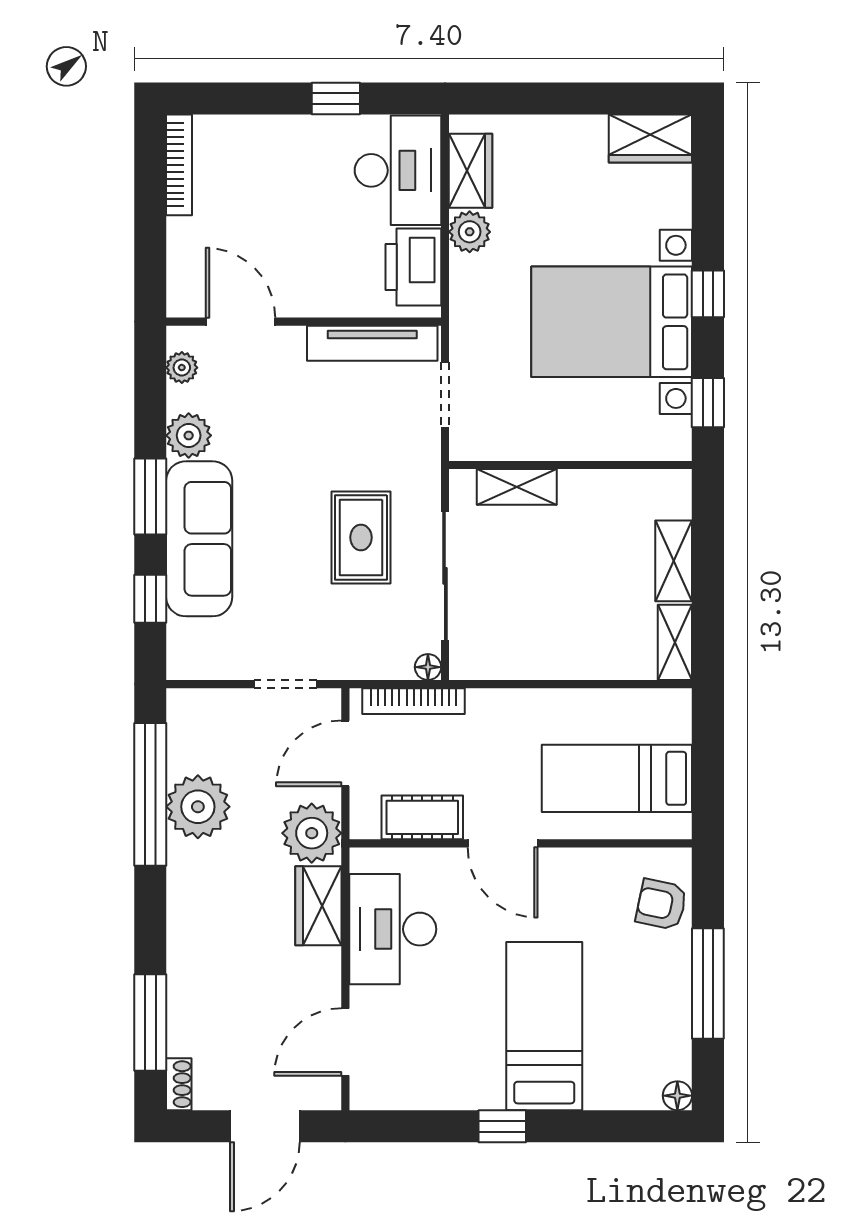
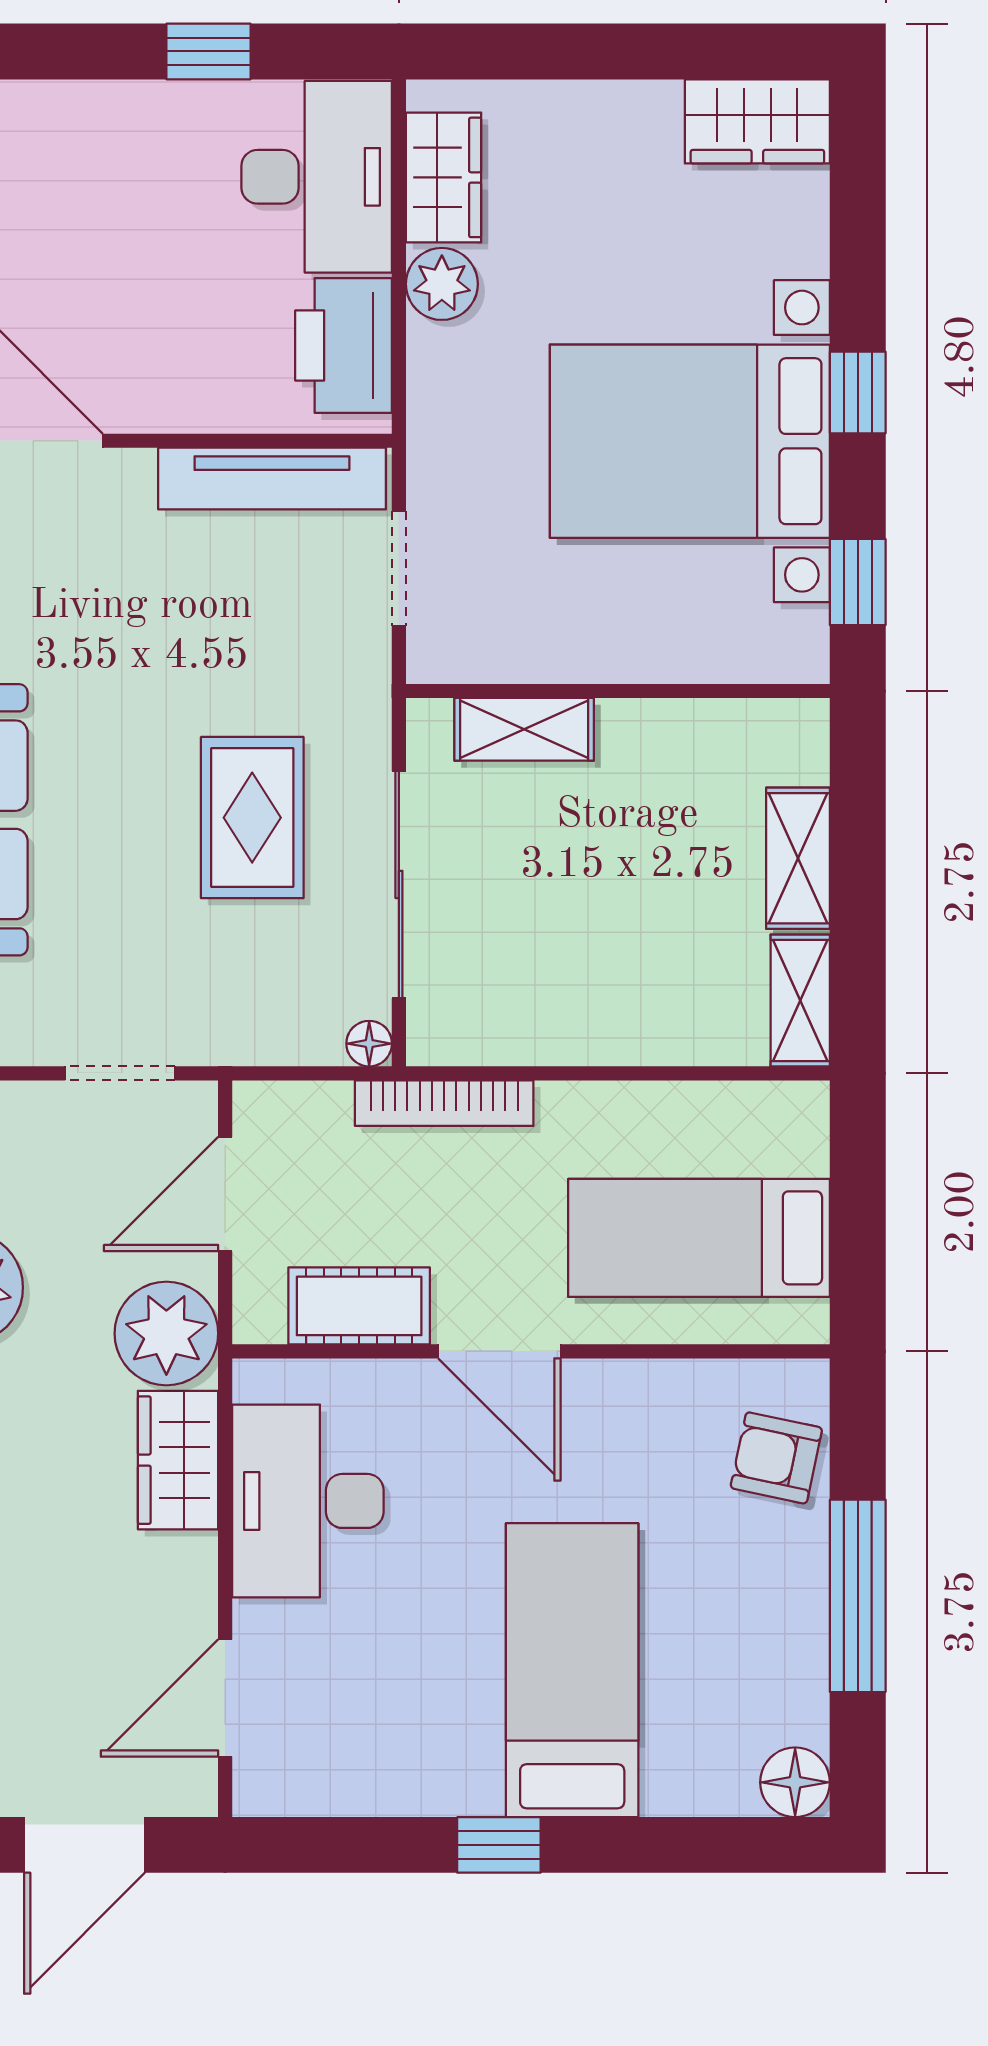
bookcase: (414, 701) -> (444, 1103), moved
floor lamp: (677, 1096) -> (795, 1782), width x1.37, depth x1.37

